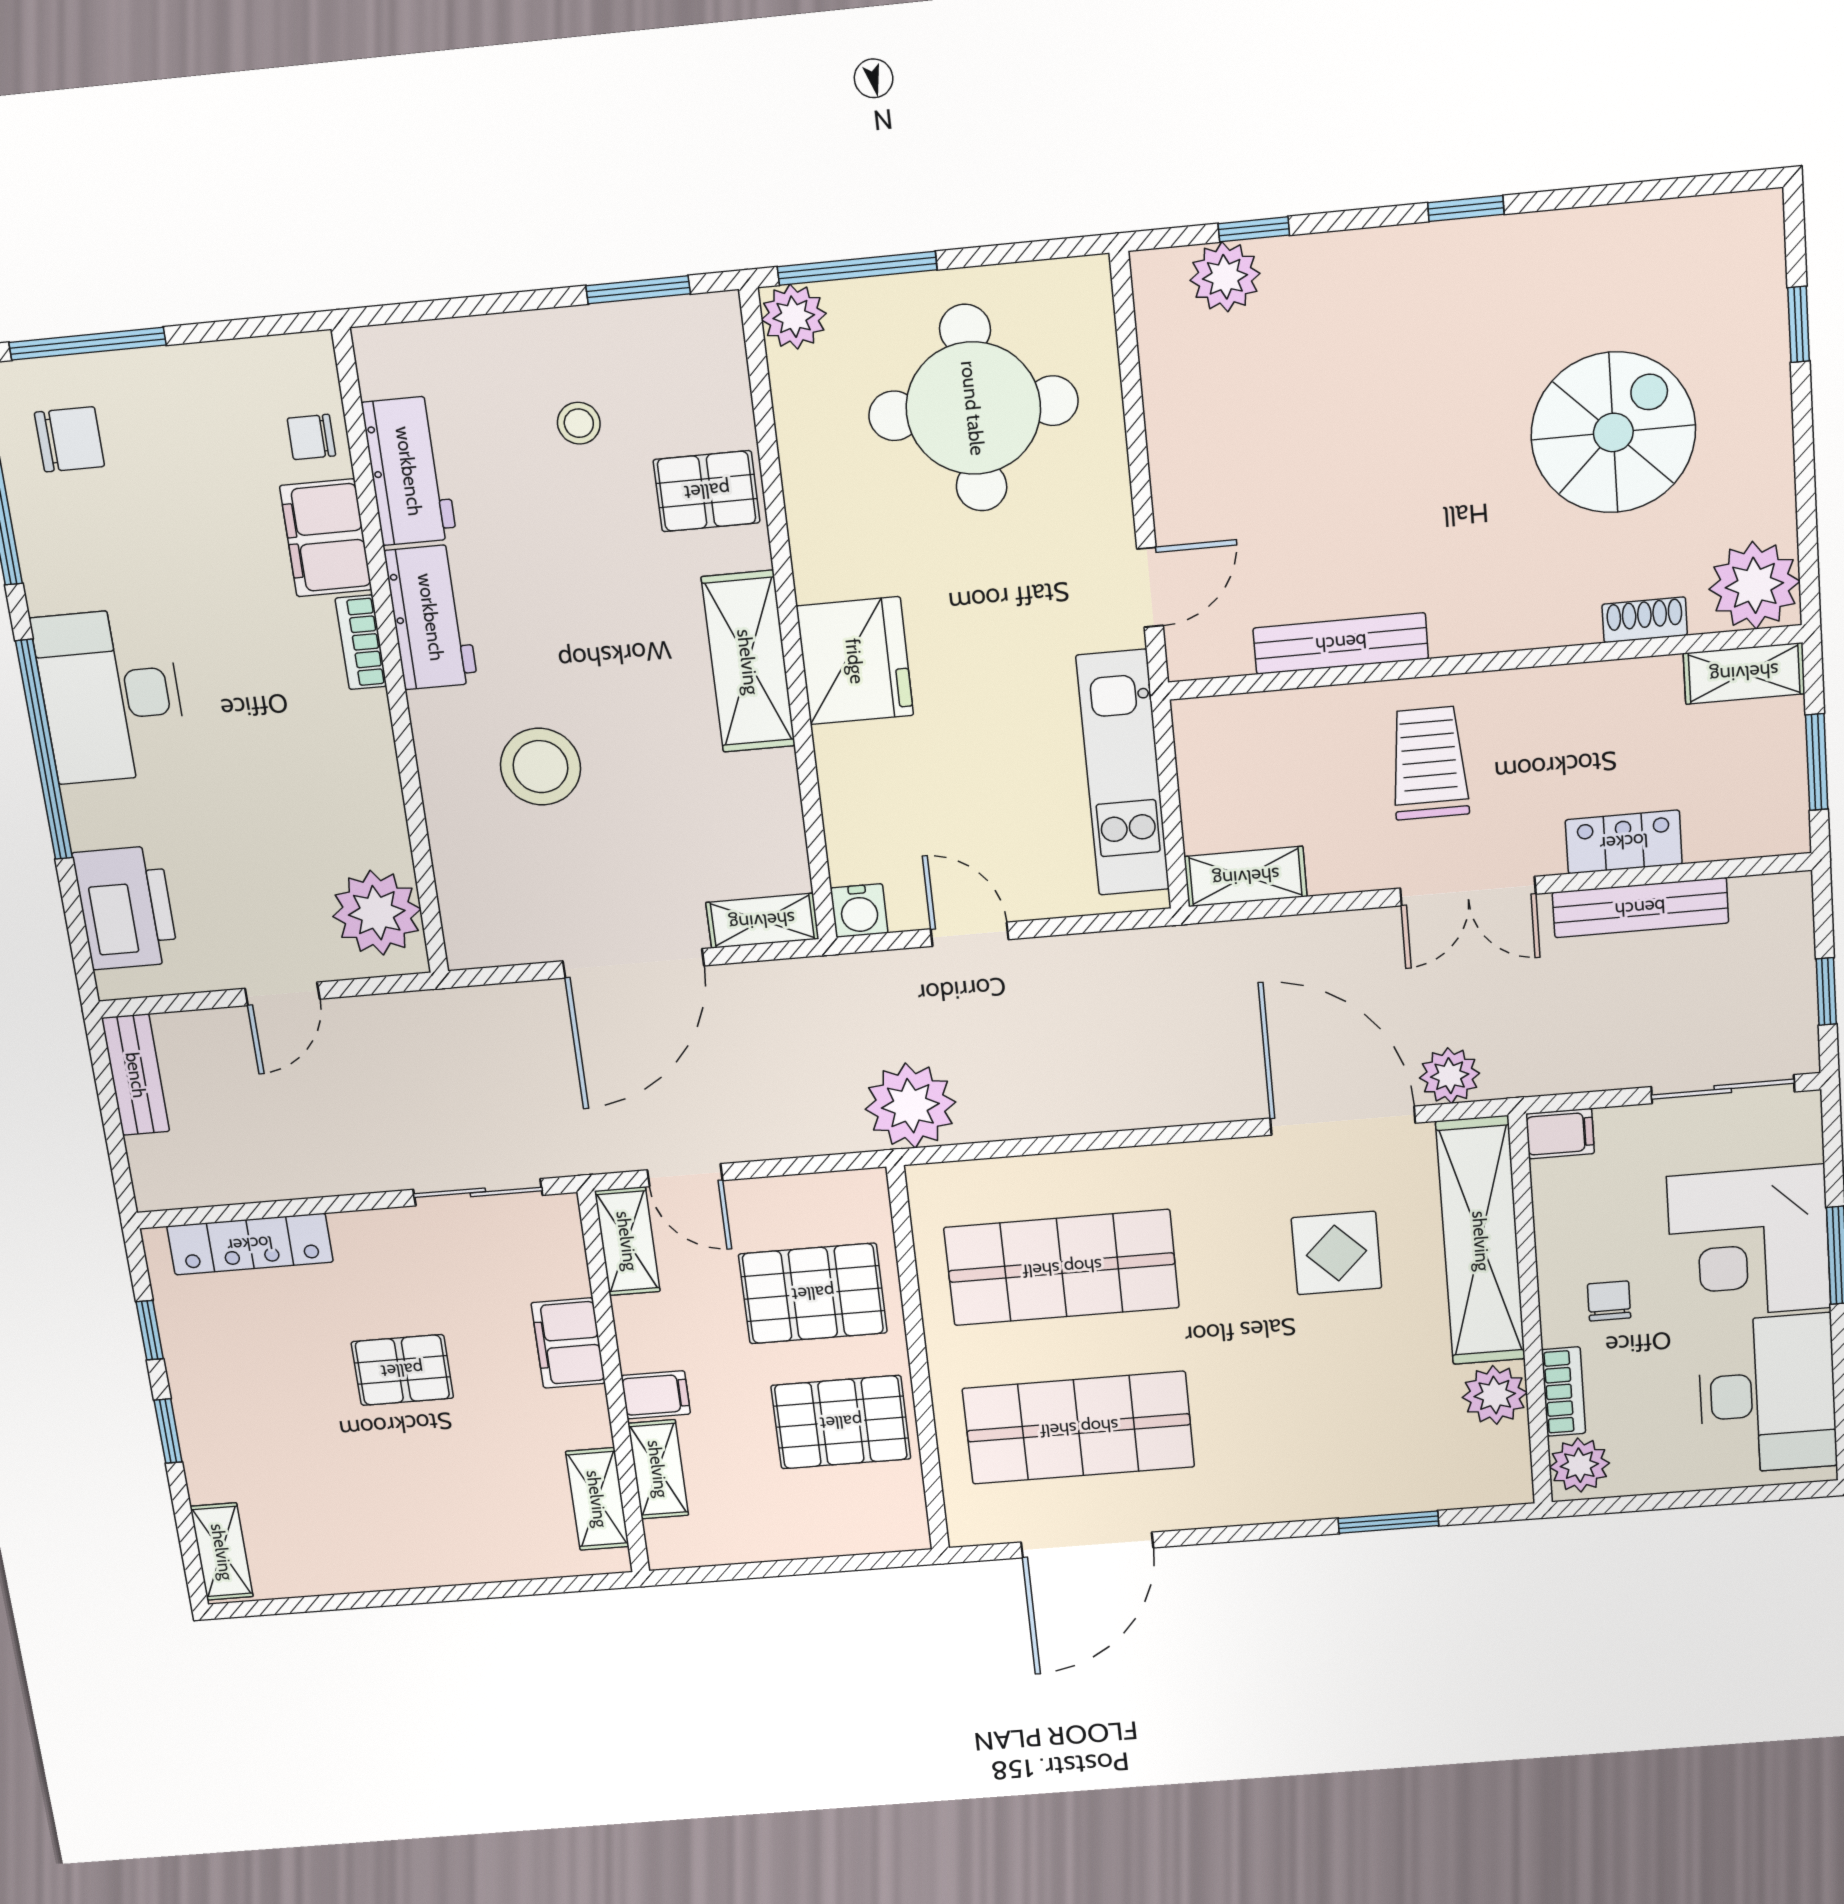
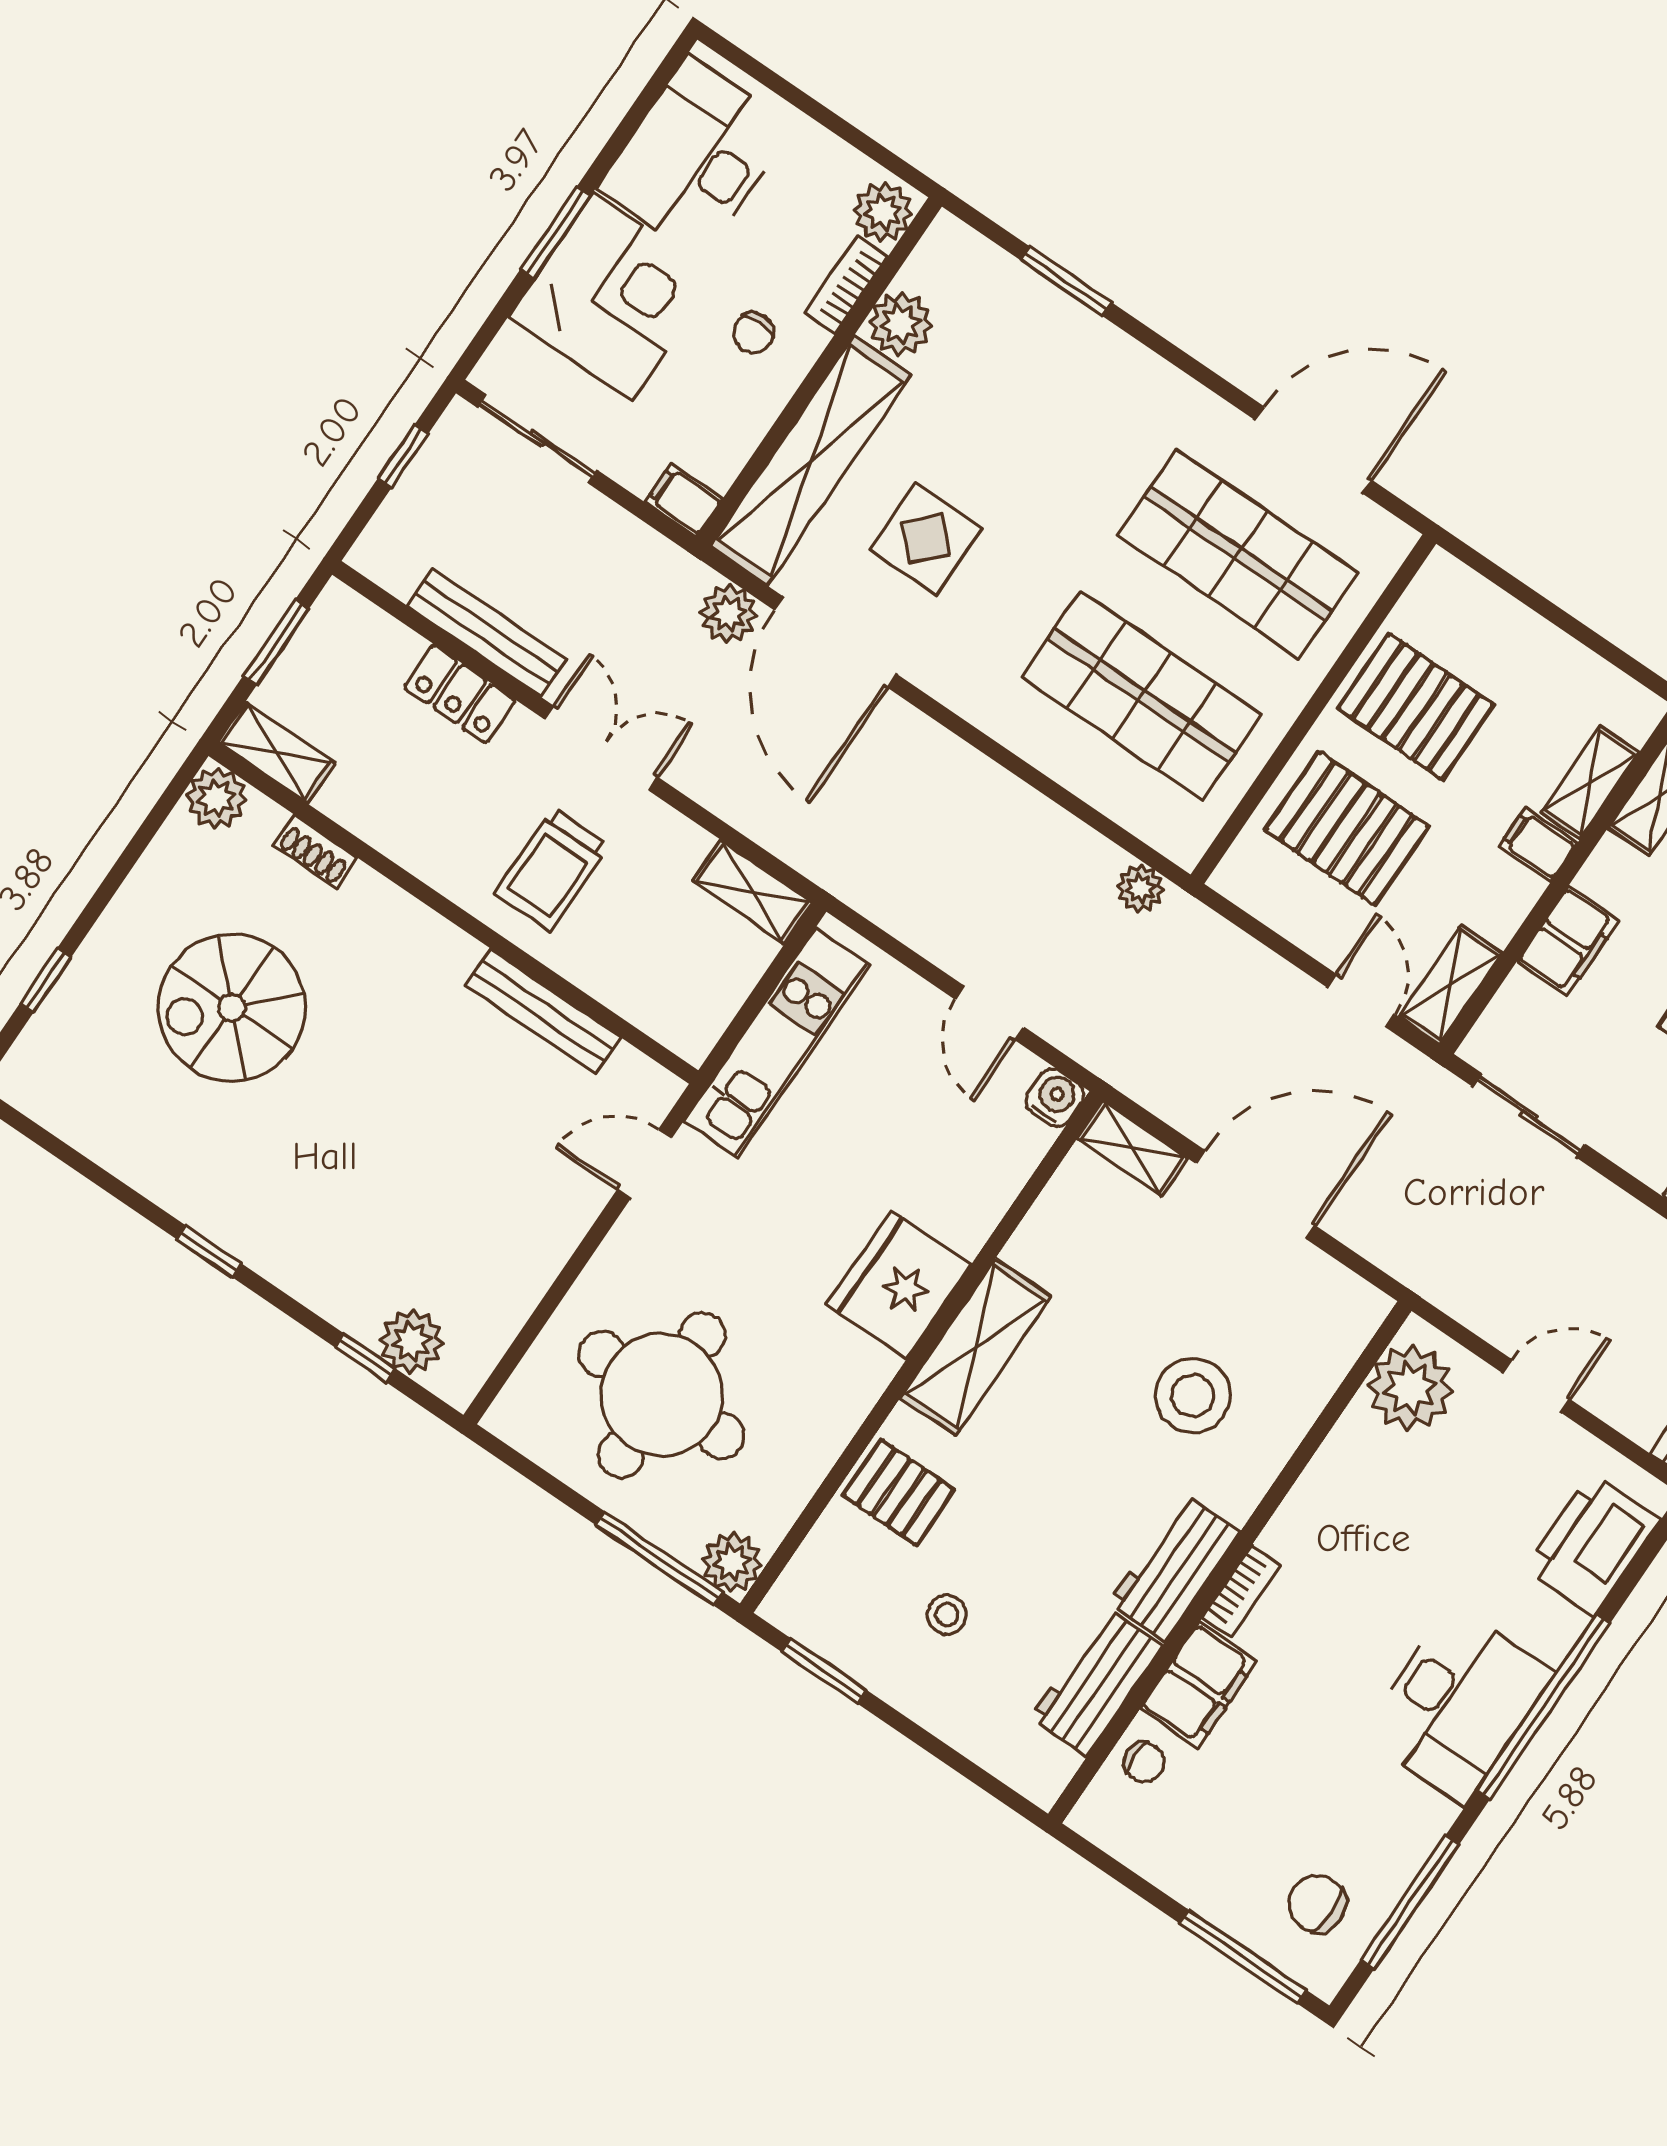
plant: (1754, 585) -> (216, 798), width x0.73, depth x0.73
plant: (910, 1106) -> (1140, 888), width x0.53, depth x0.53

